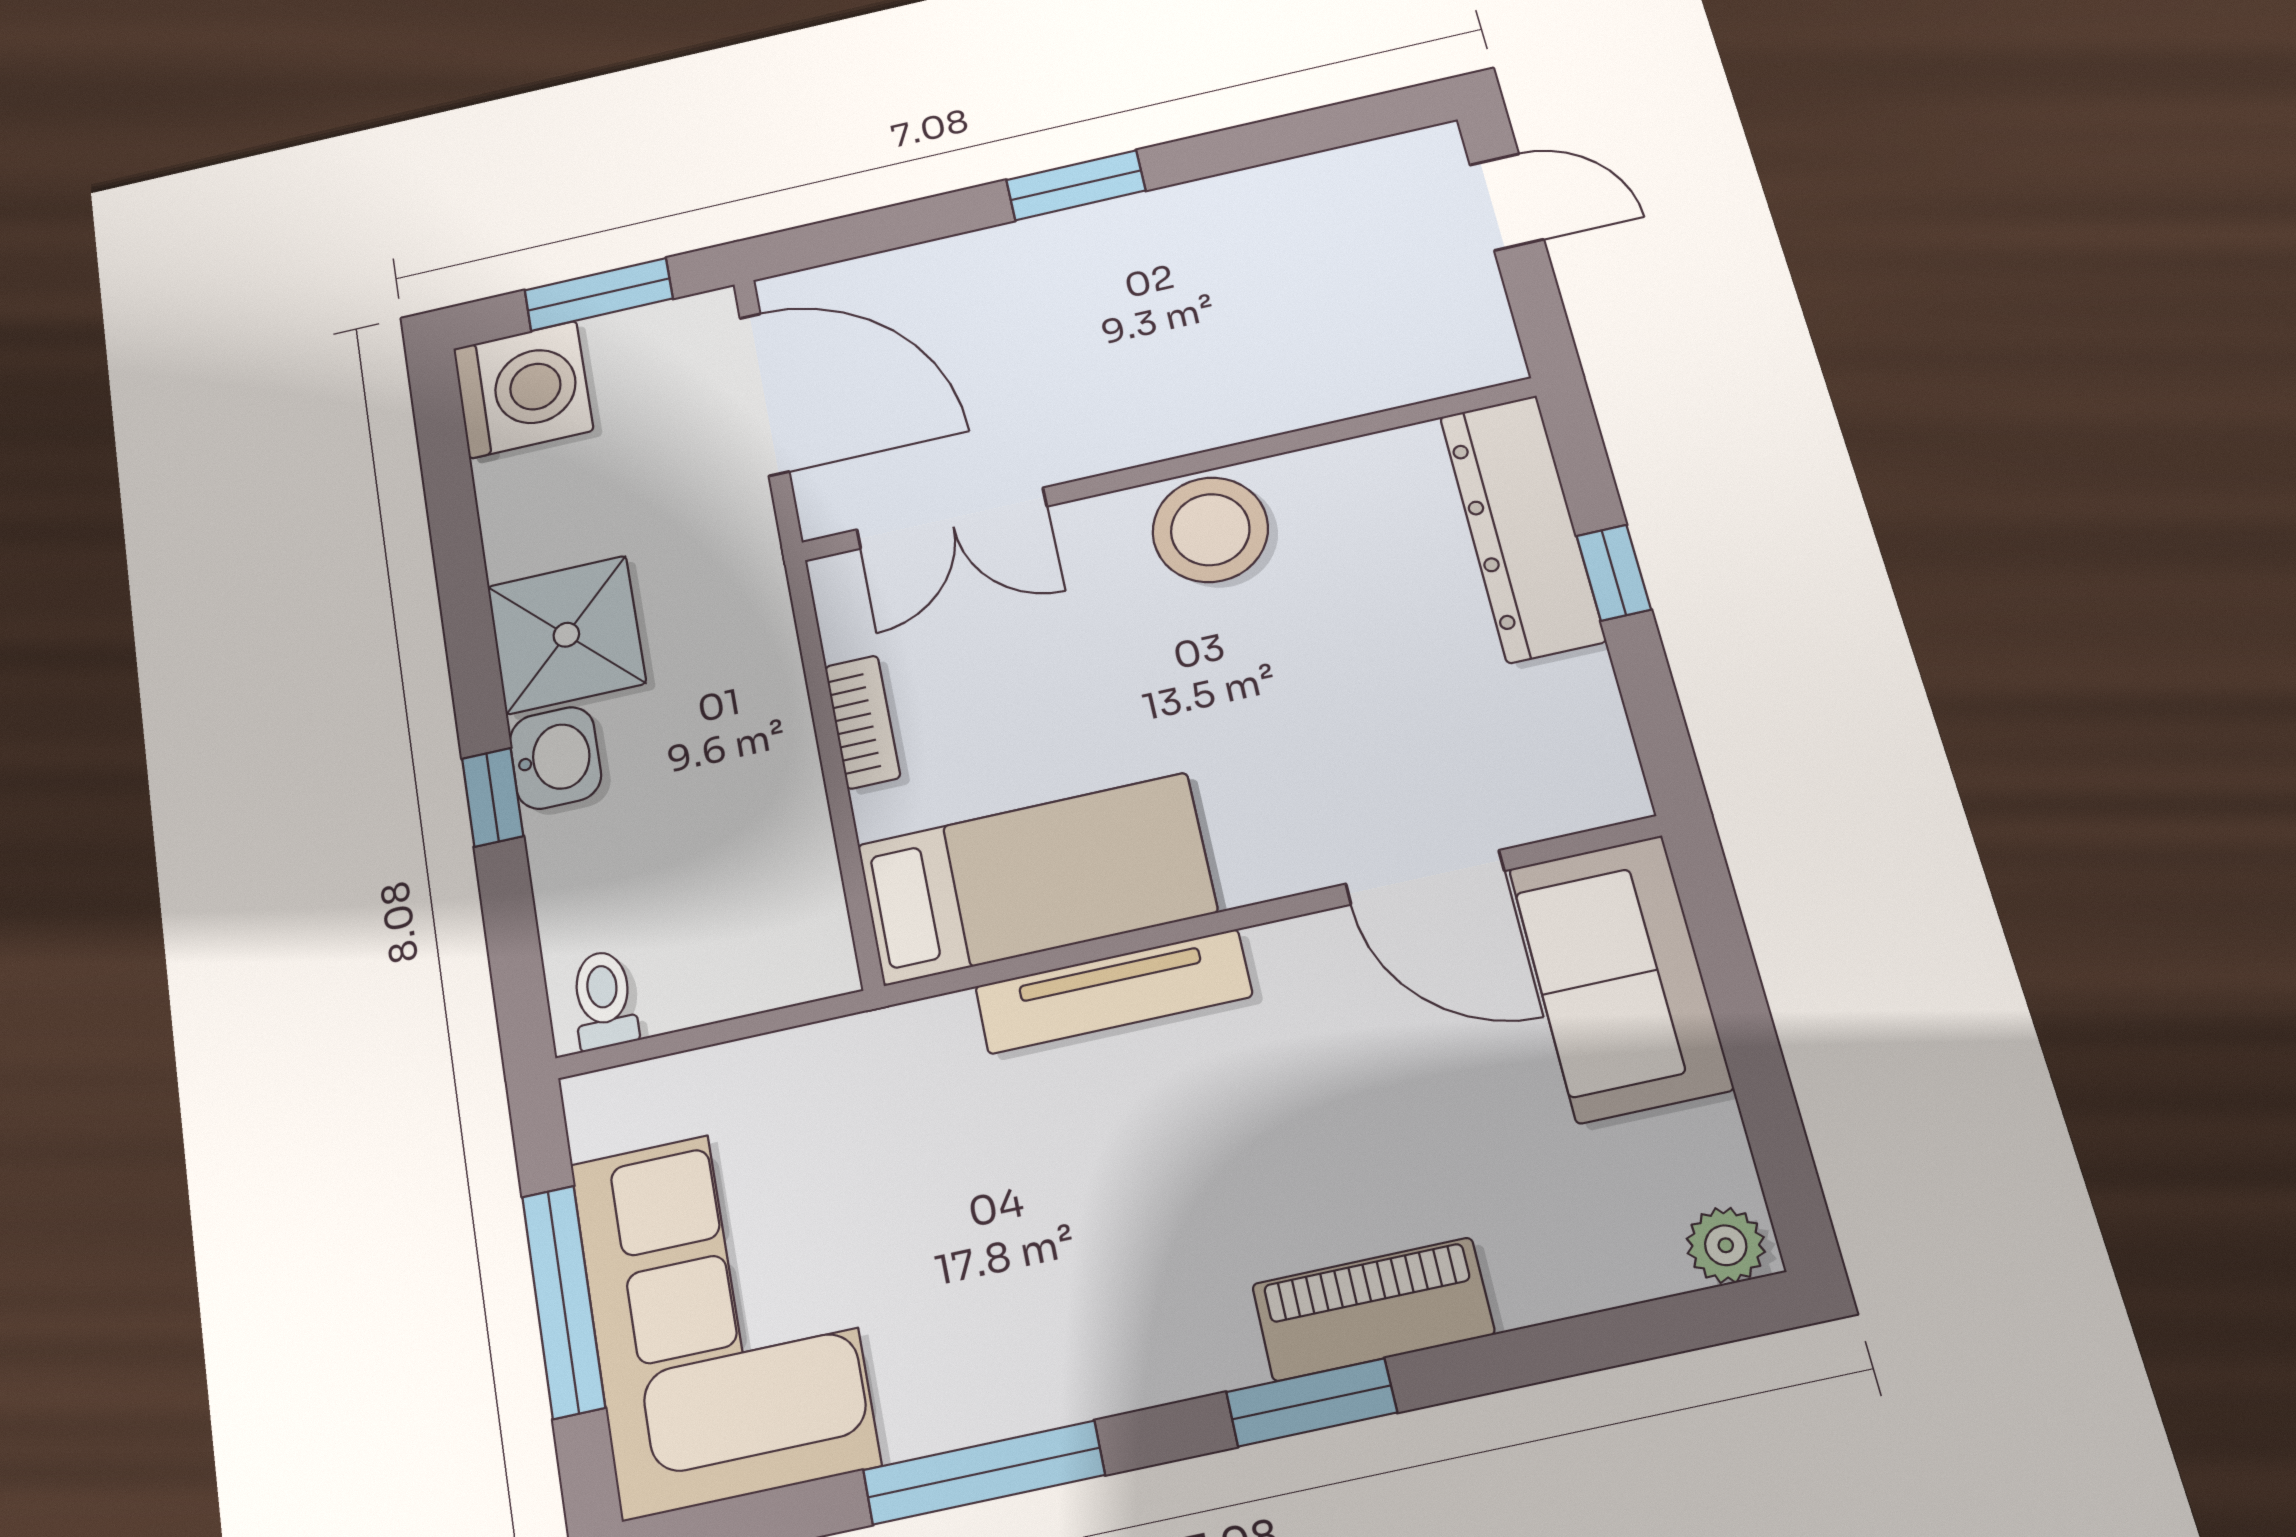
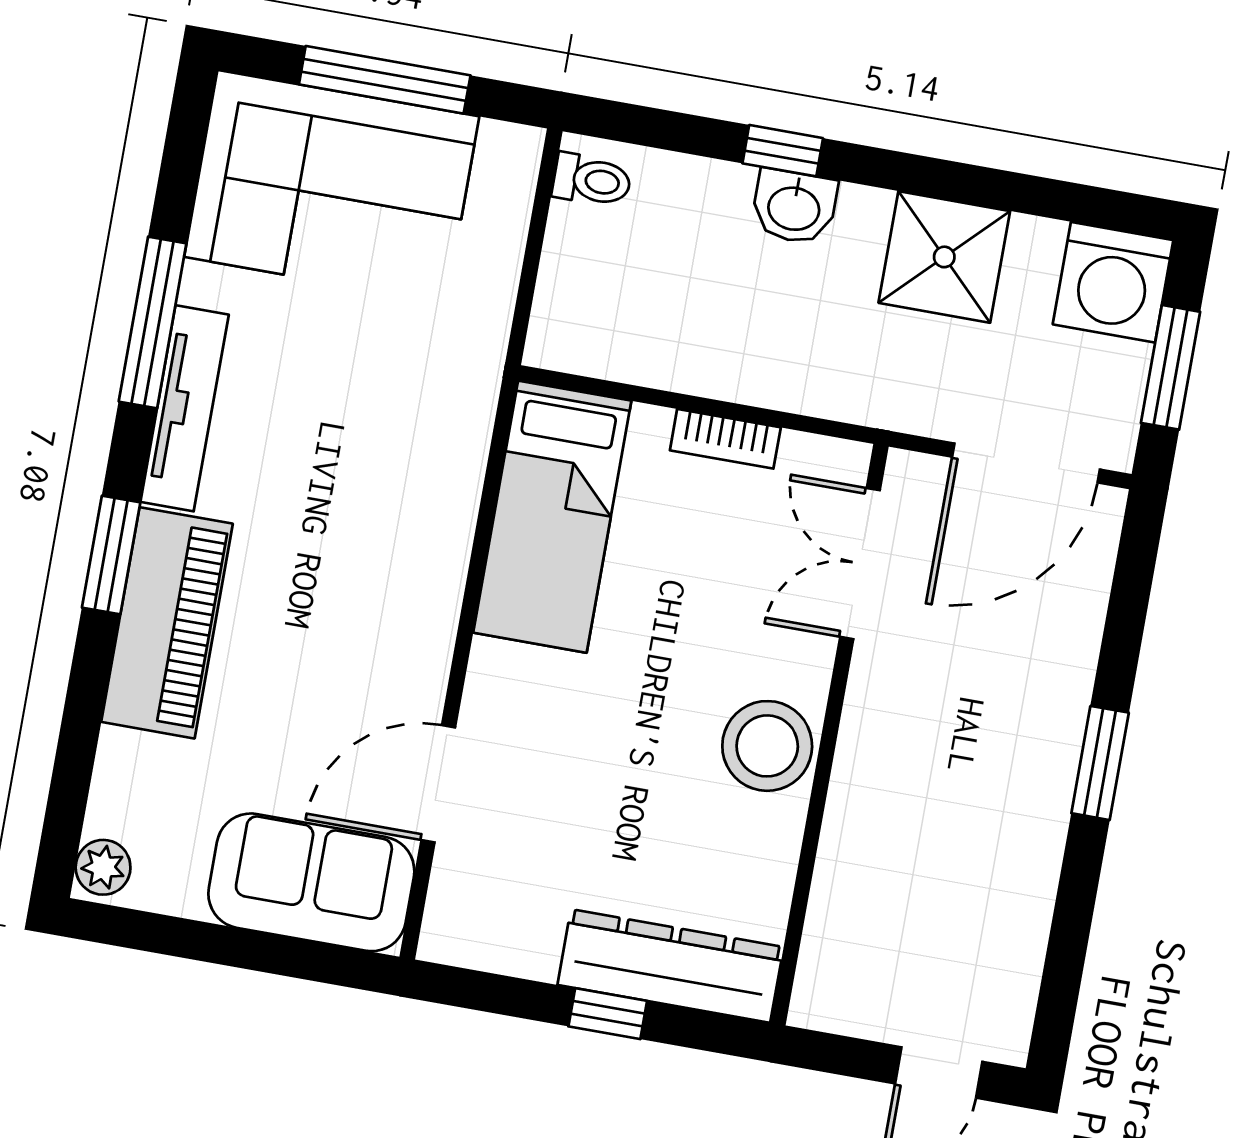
shower: (566, 635) -> (944, 257), moved
tv unit: (1113, 992) -> (185, 408), moved, turned 180
piano: (1373, 1309) -> (167, 623), width x1.37, depth x1.33

